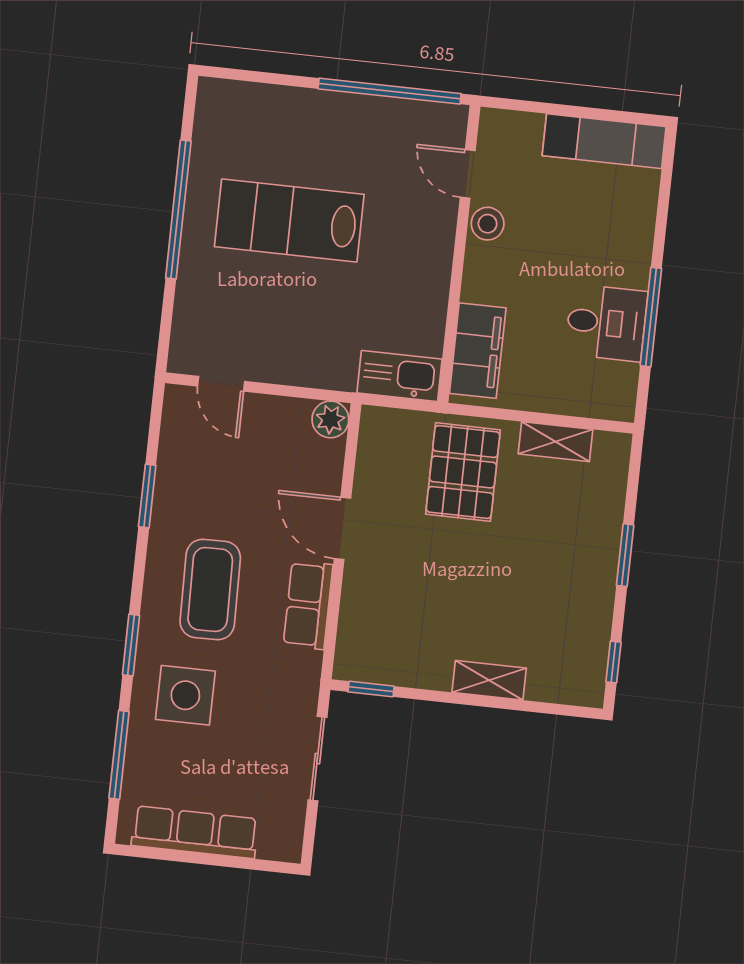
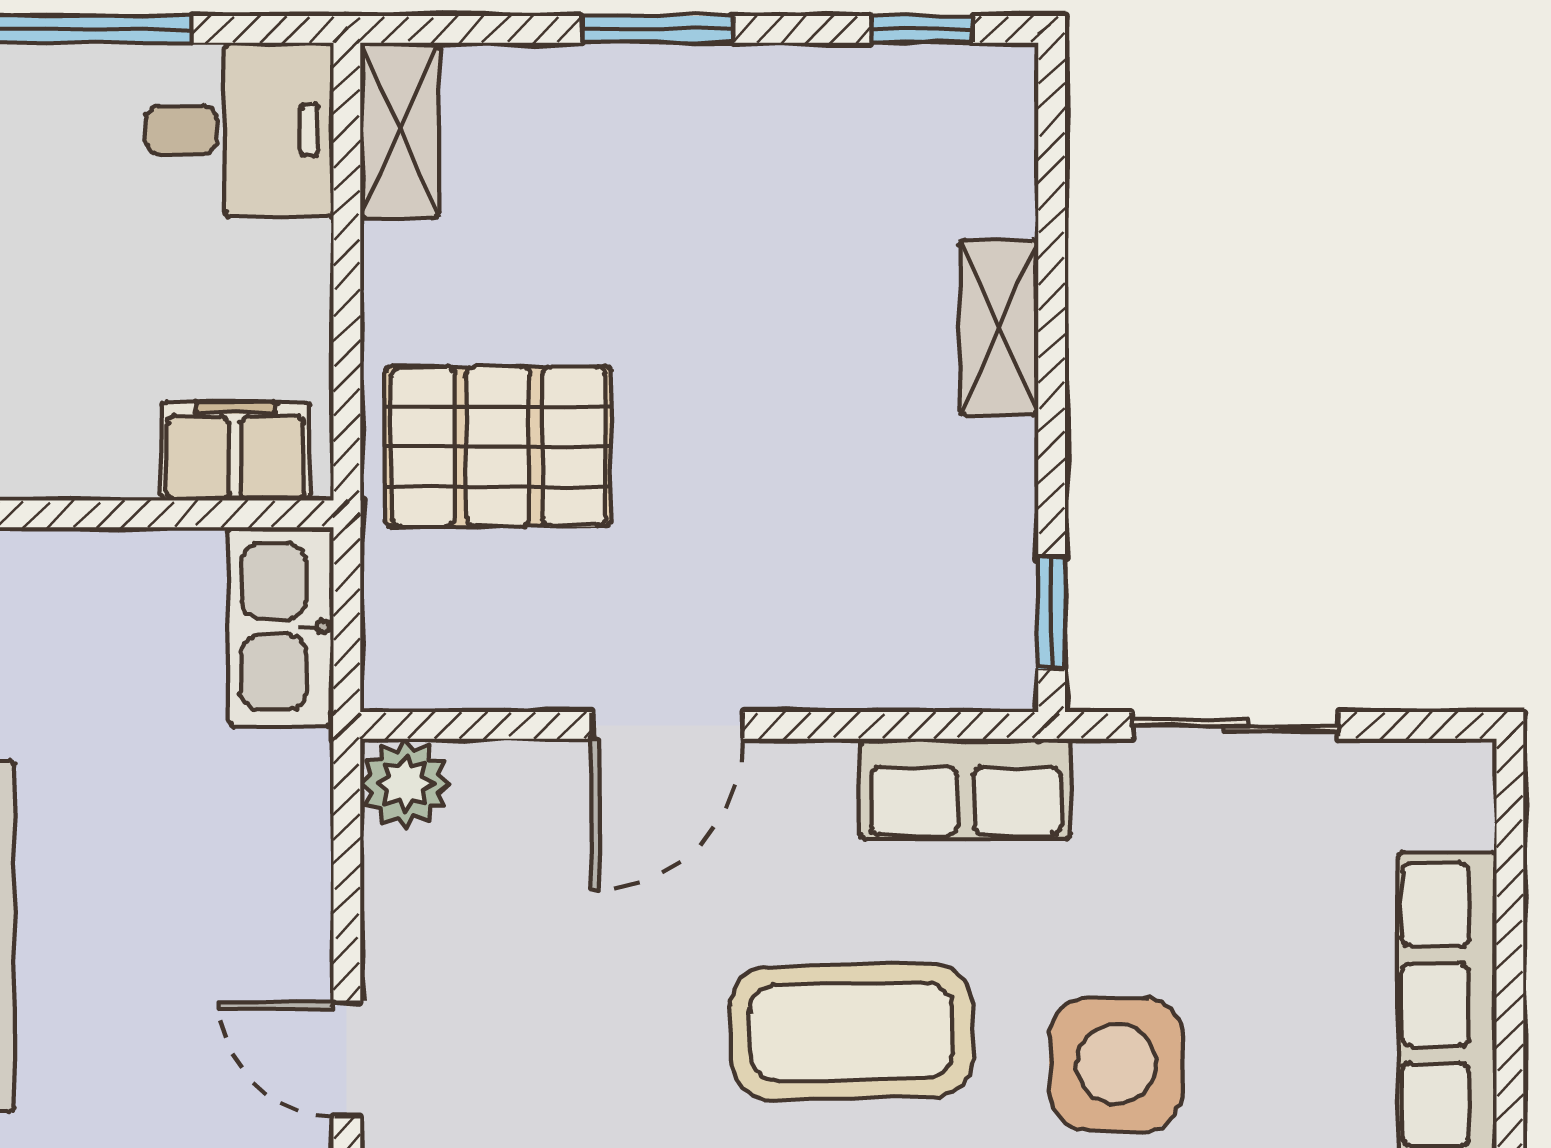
desk: (606, 323) -> (240, 130), moved, turned 90
filing cabinet: (478, 351) -> (235, 451), width x0.67, depth x0.86
door: (221, 384) -> (347, 1059), swing flipped
shelving: (556, 442) -> (400, 130), moved
row of seats: (308, 605) -> (966, 789), moved

